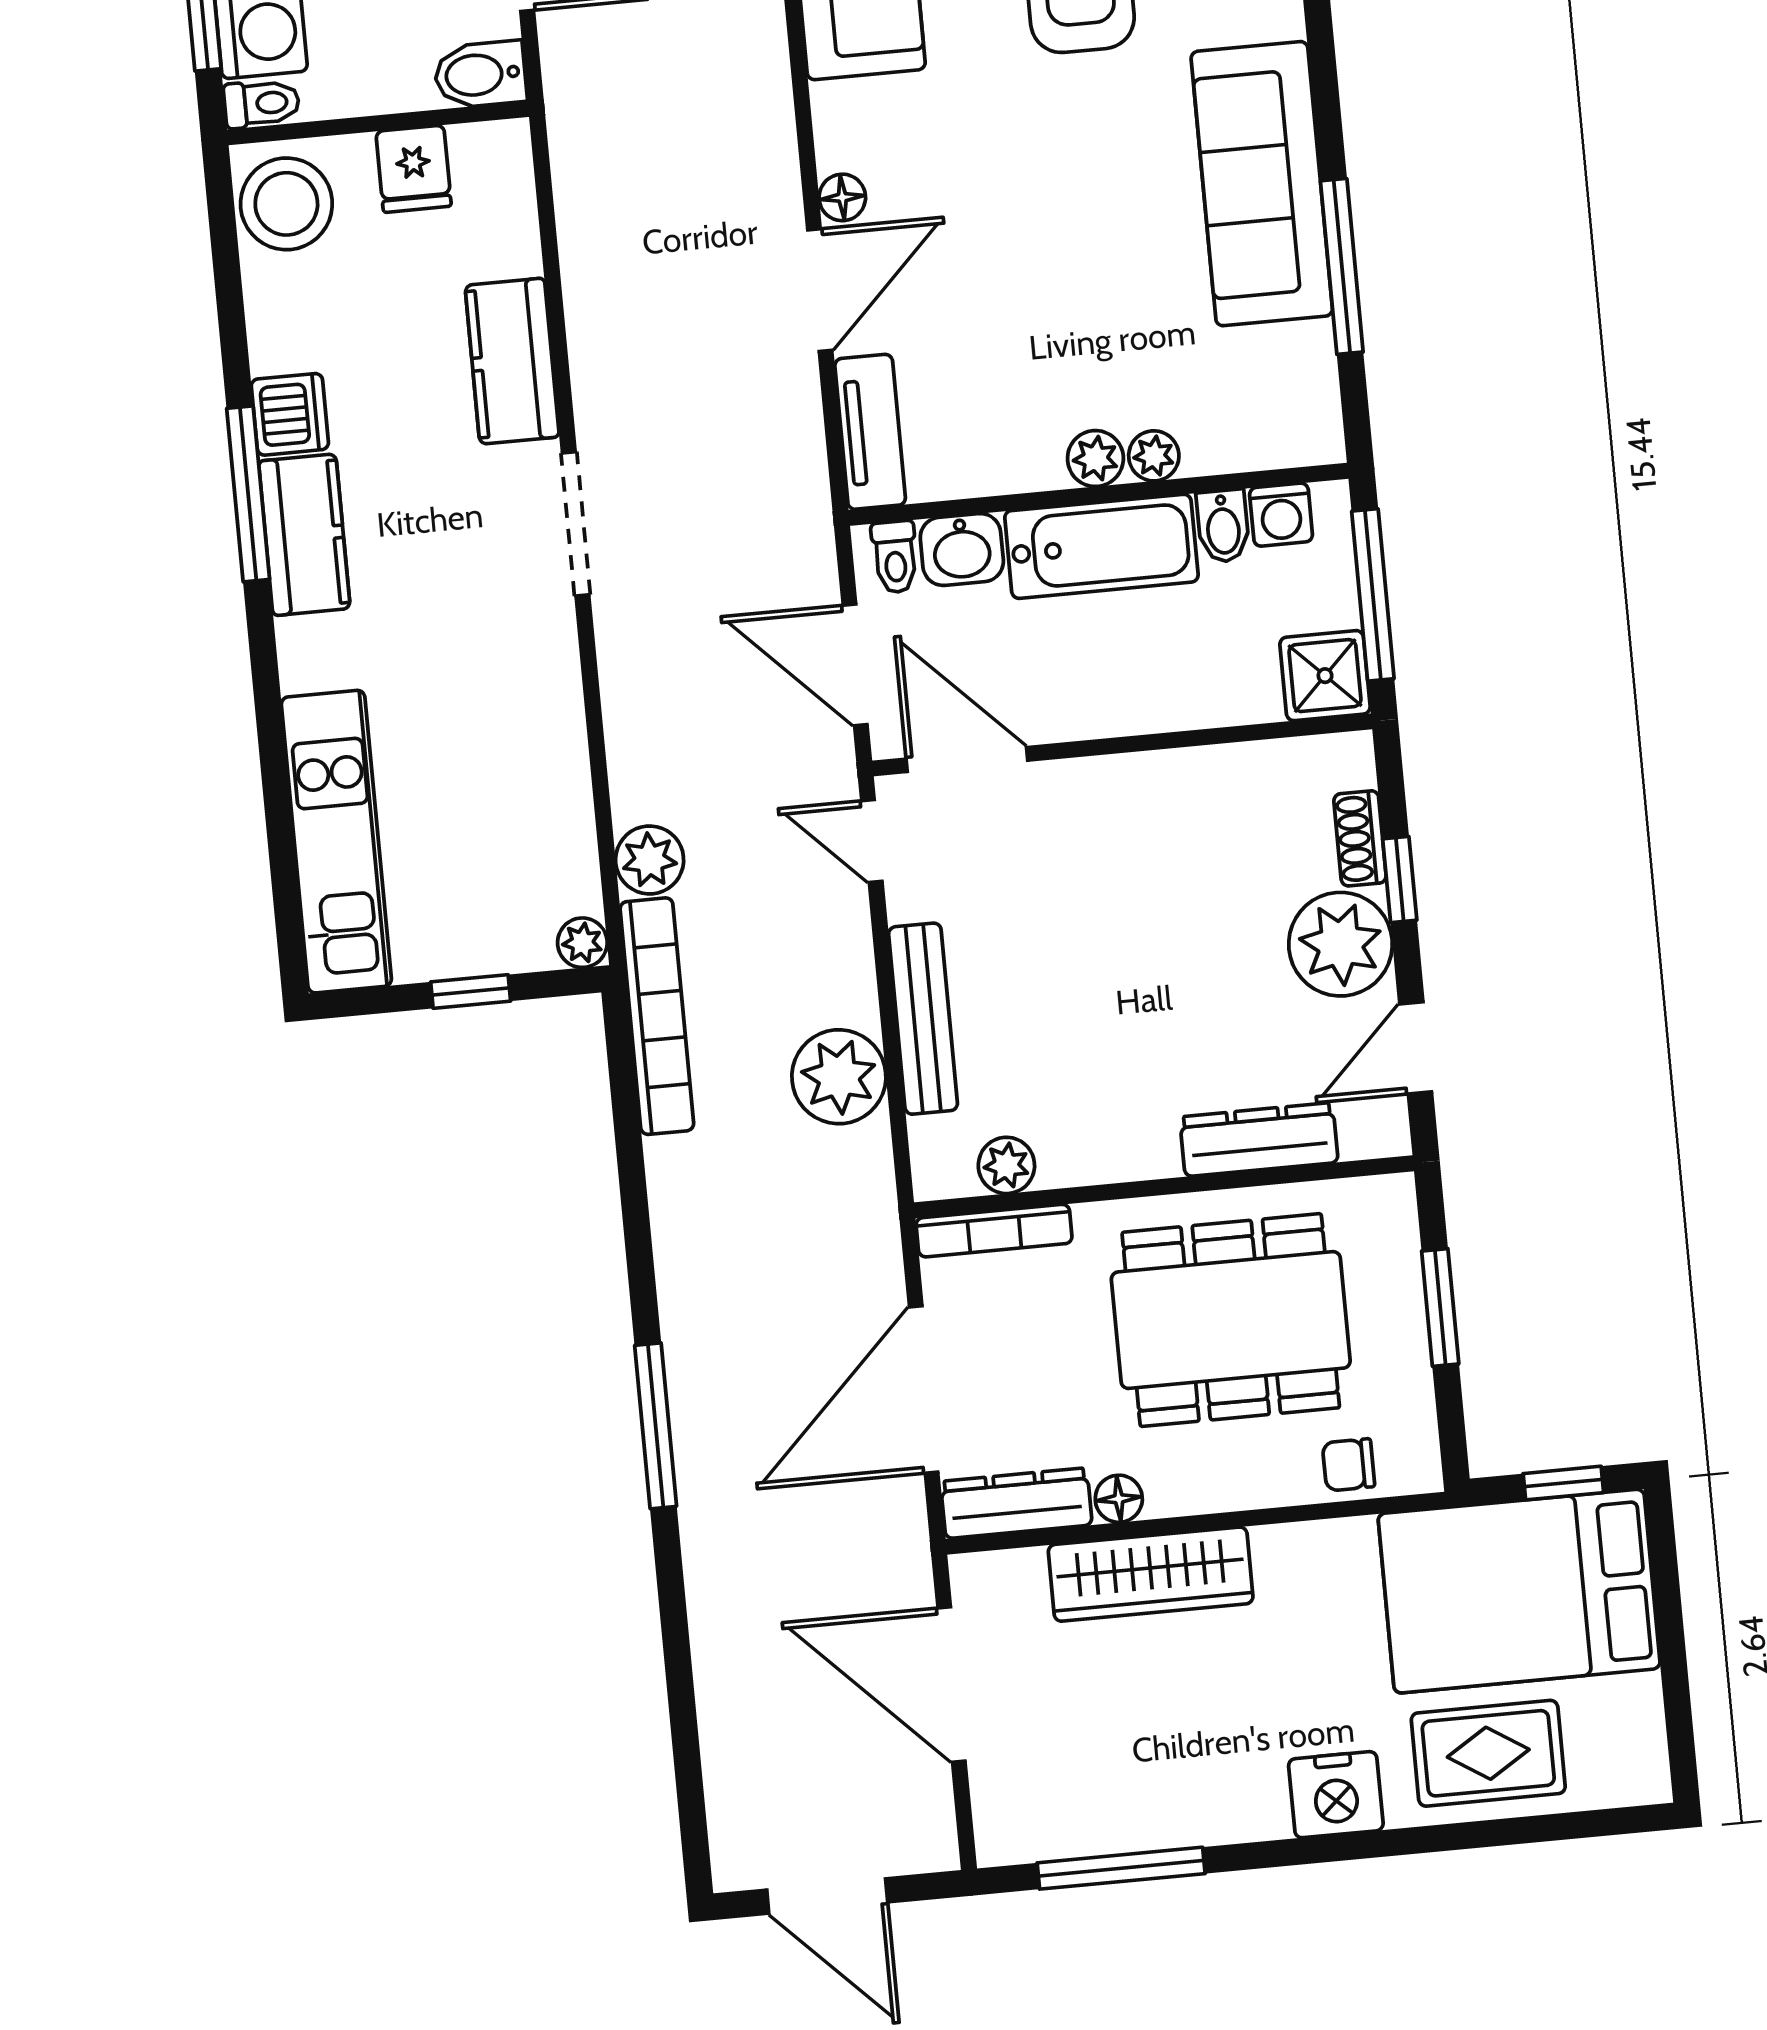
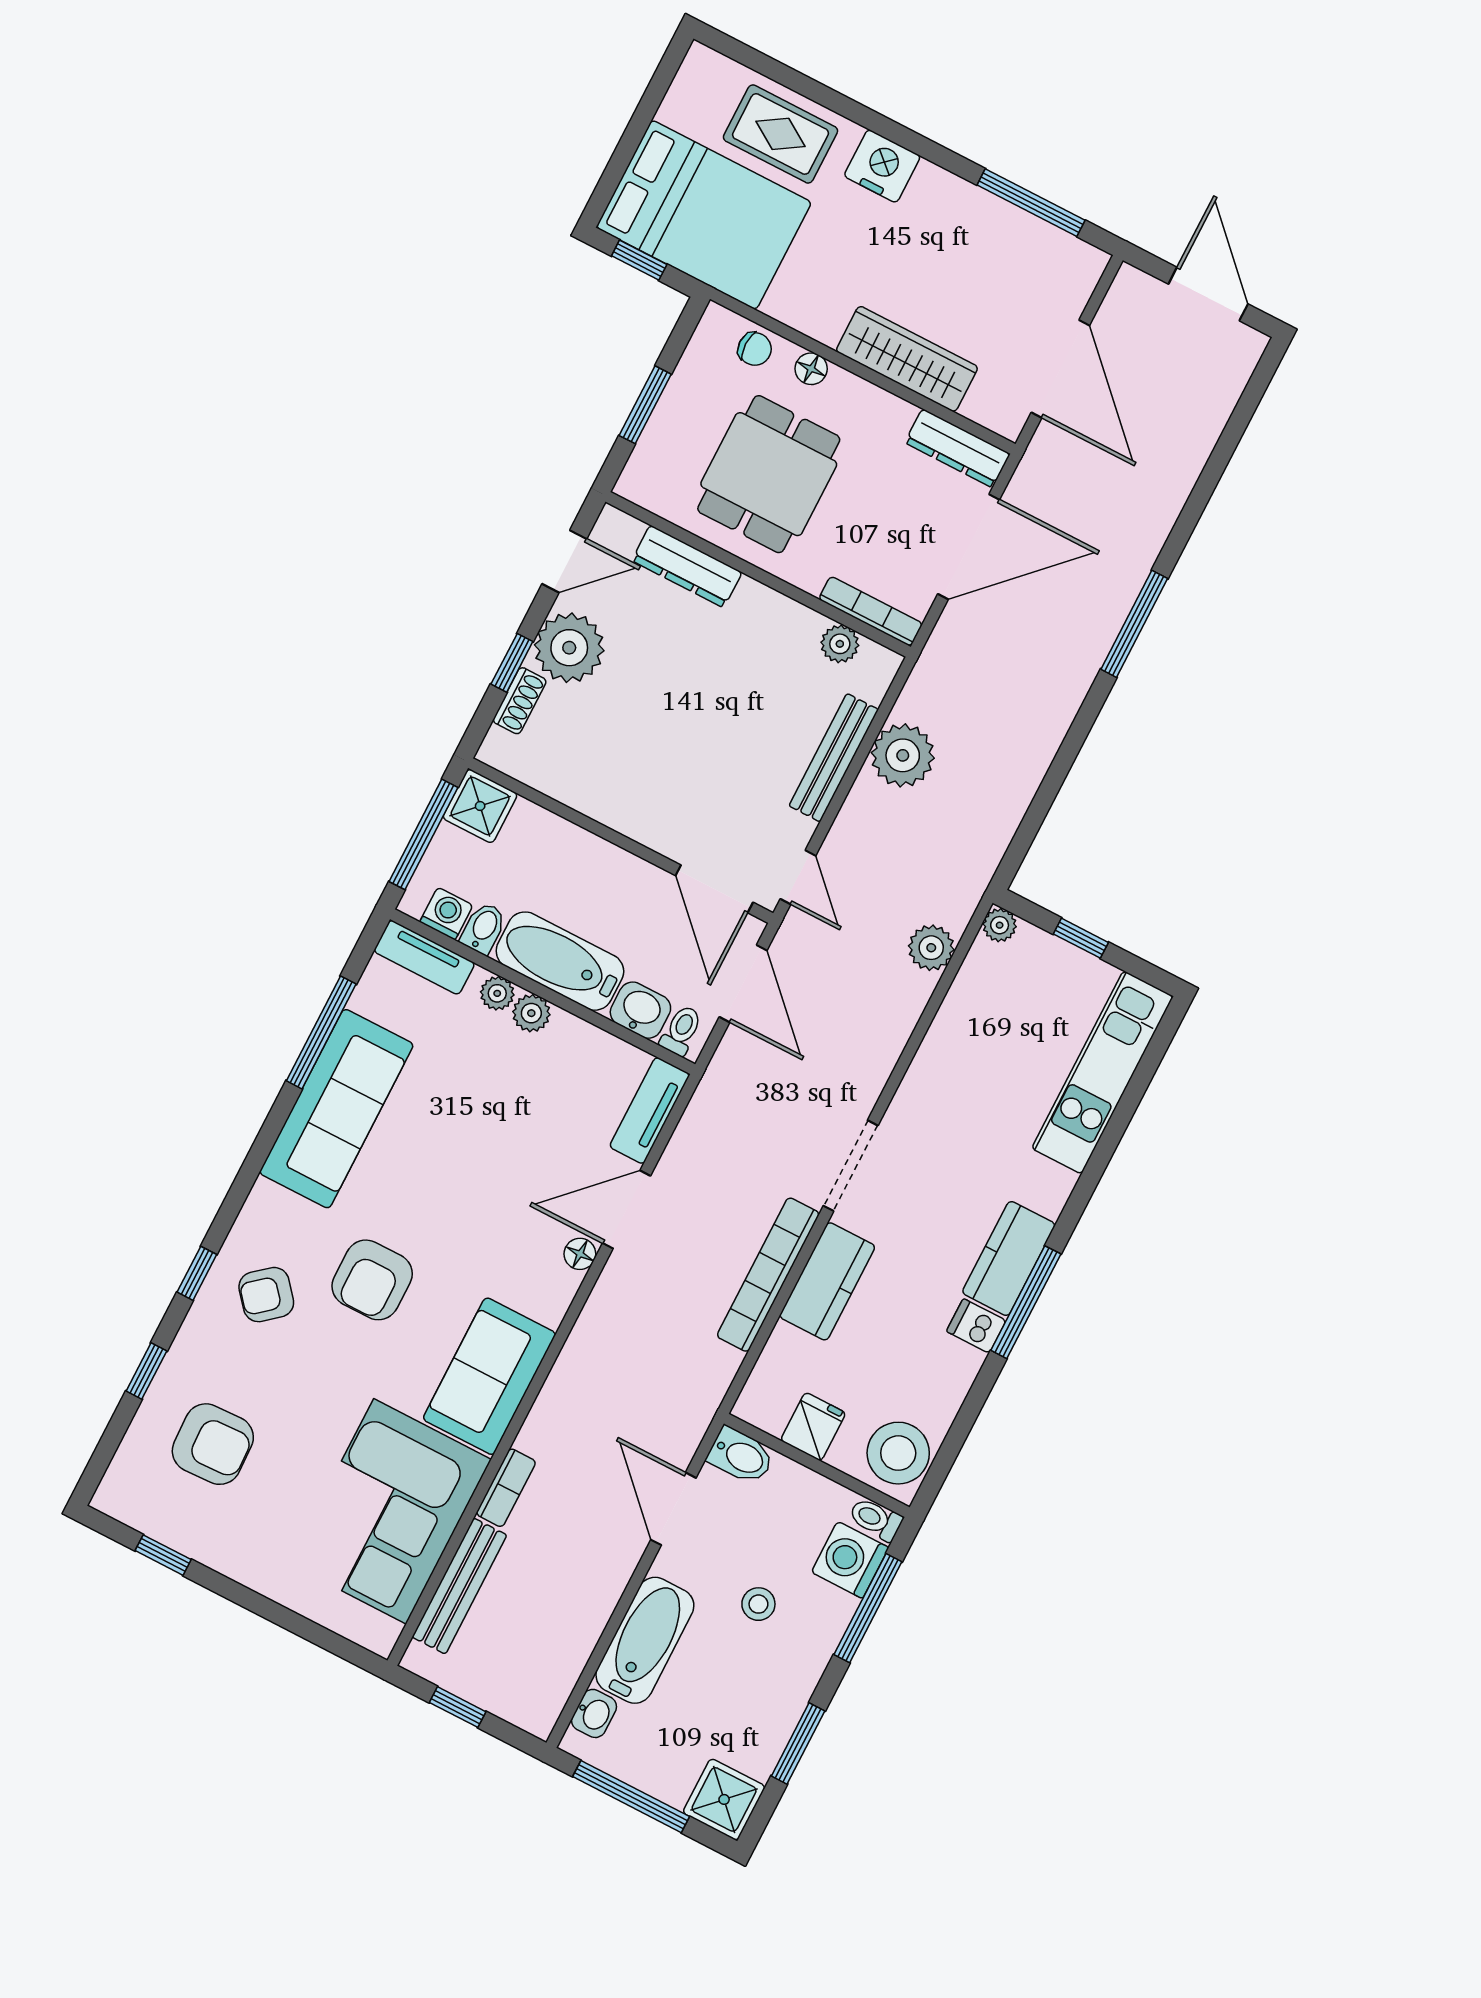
dishwasher: (290, 414) -> (976, 1326), width x0.73
tv unit: (1274, 442) -> (424, 957), added
bookcase: (657, 1016) -> (768, 1275), moved
dining table: (1231, 1320) -> (769, 474), width x0.73
floor lamp: (1119, 1499) -> (811, 369), moved

